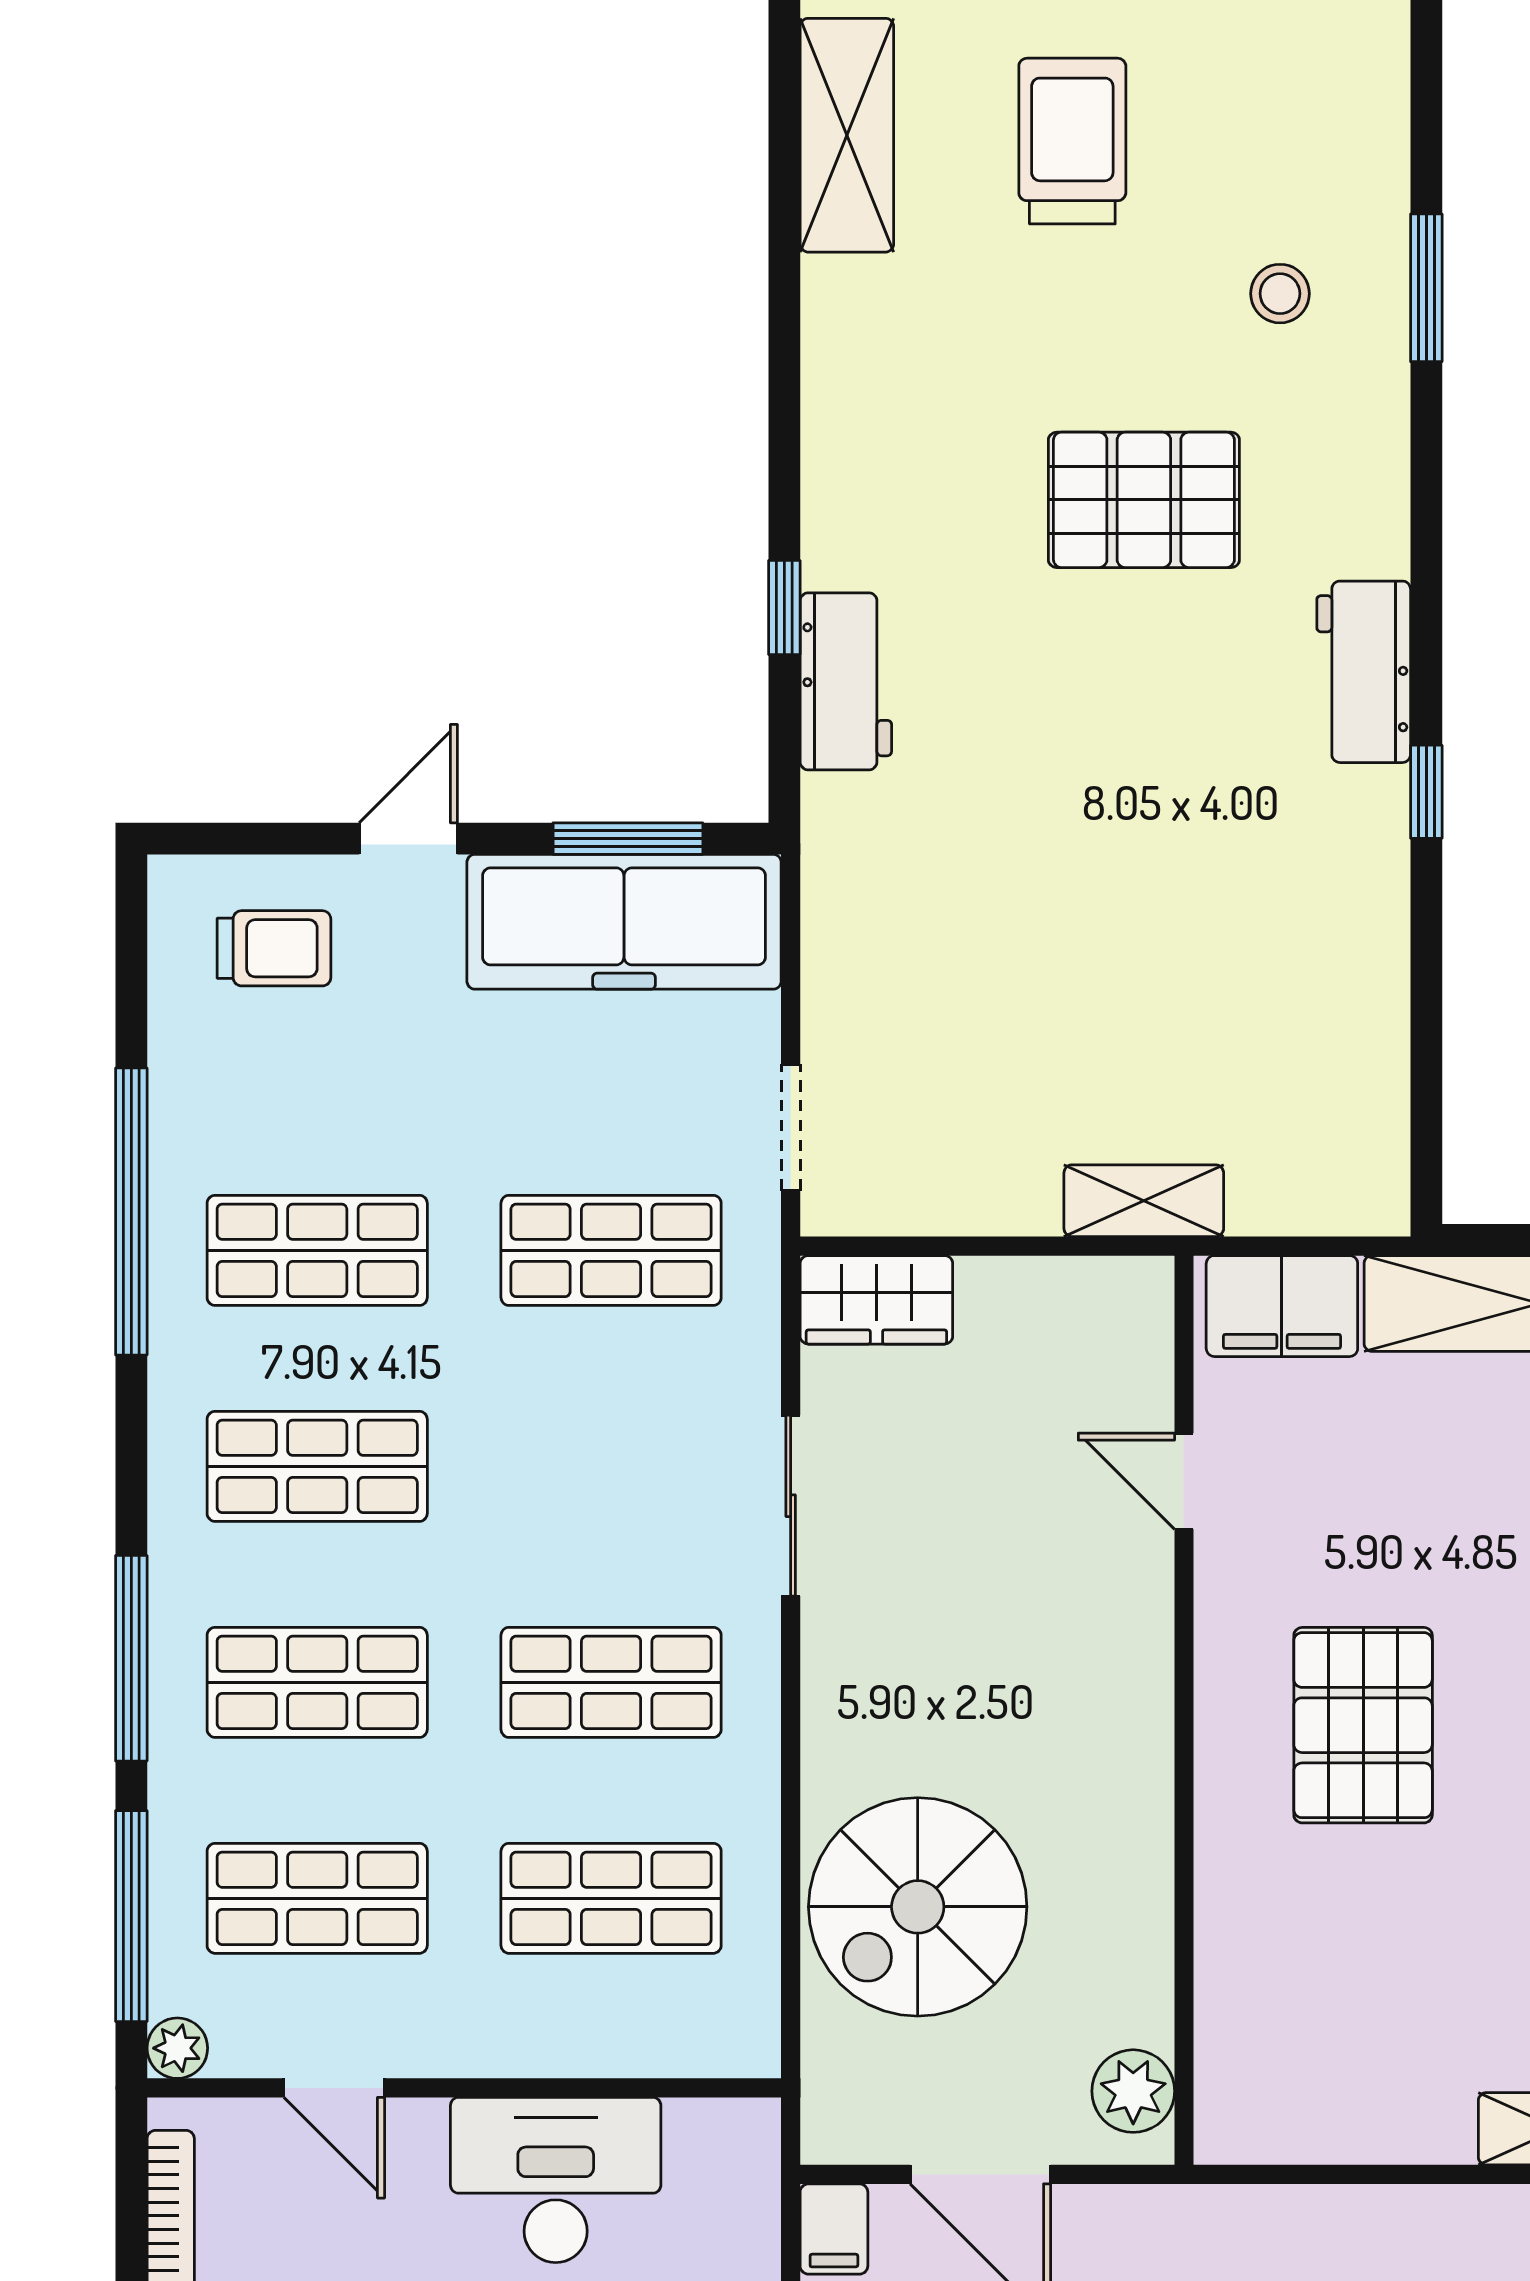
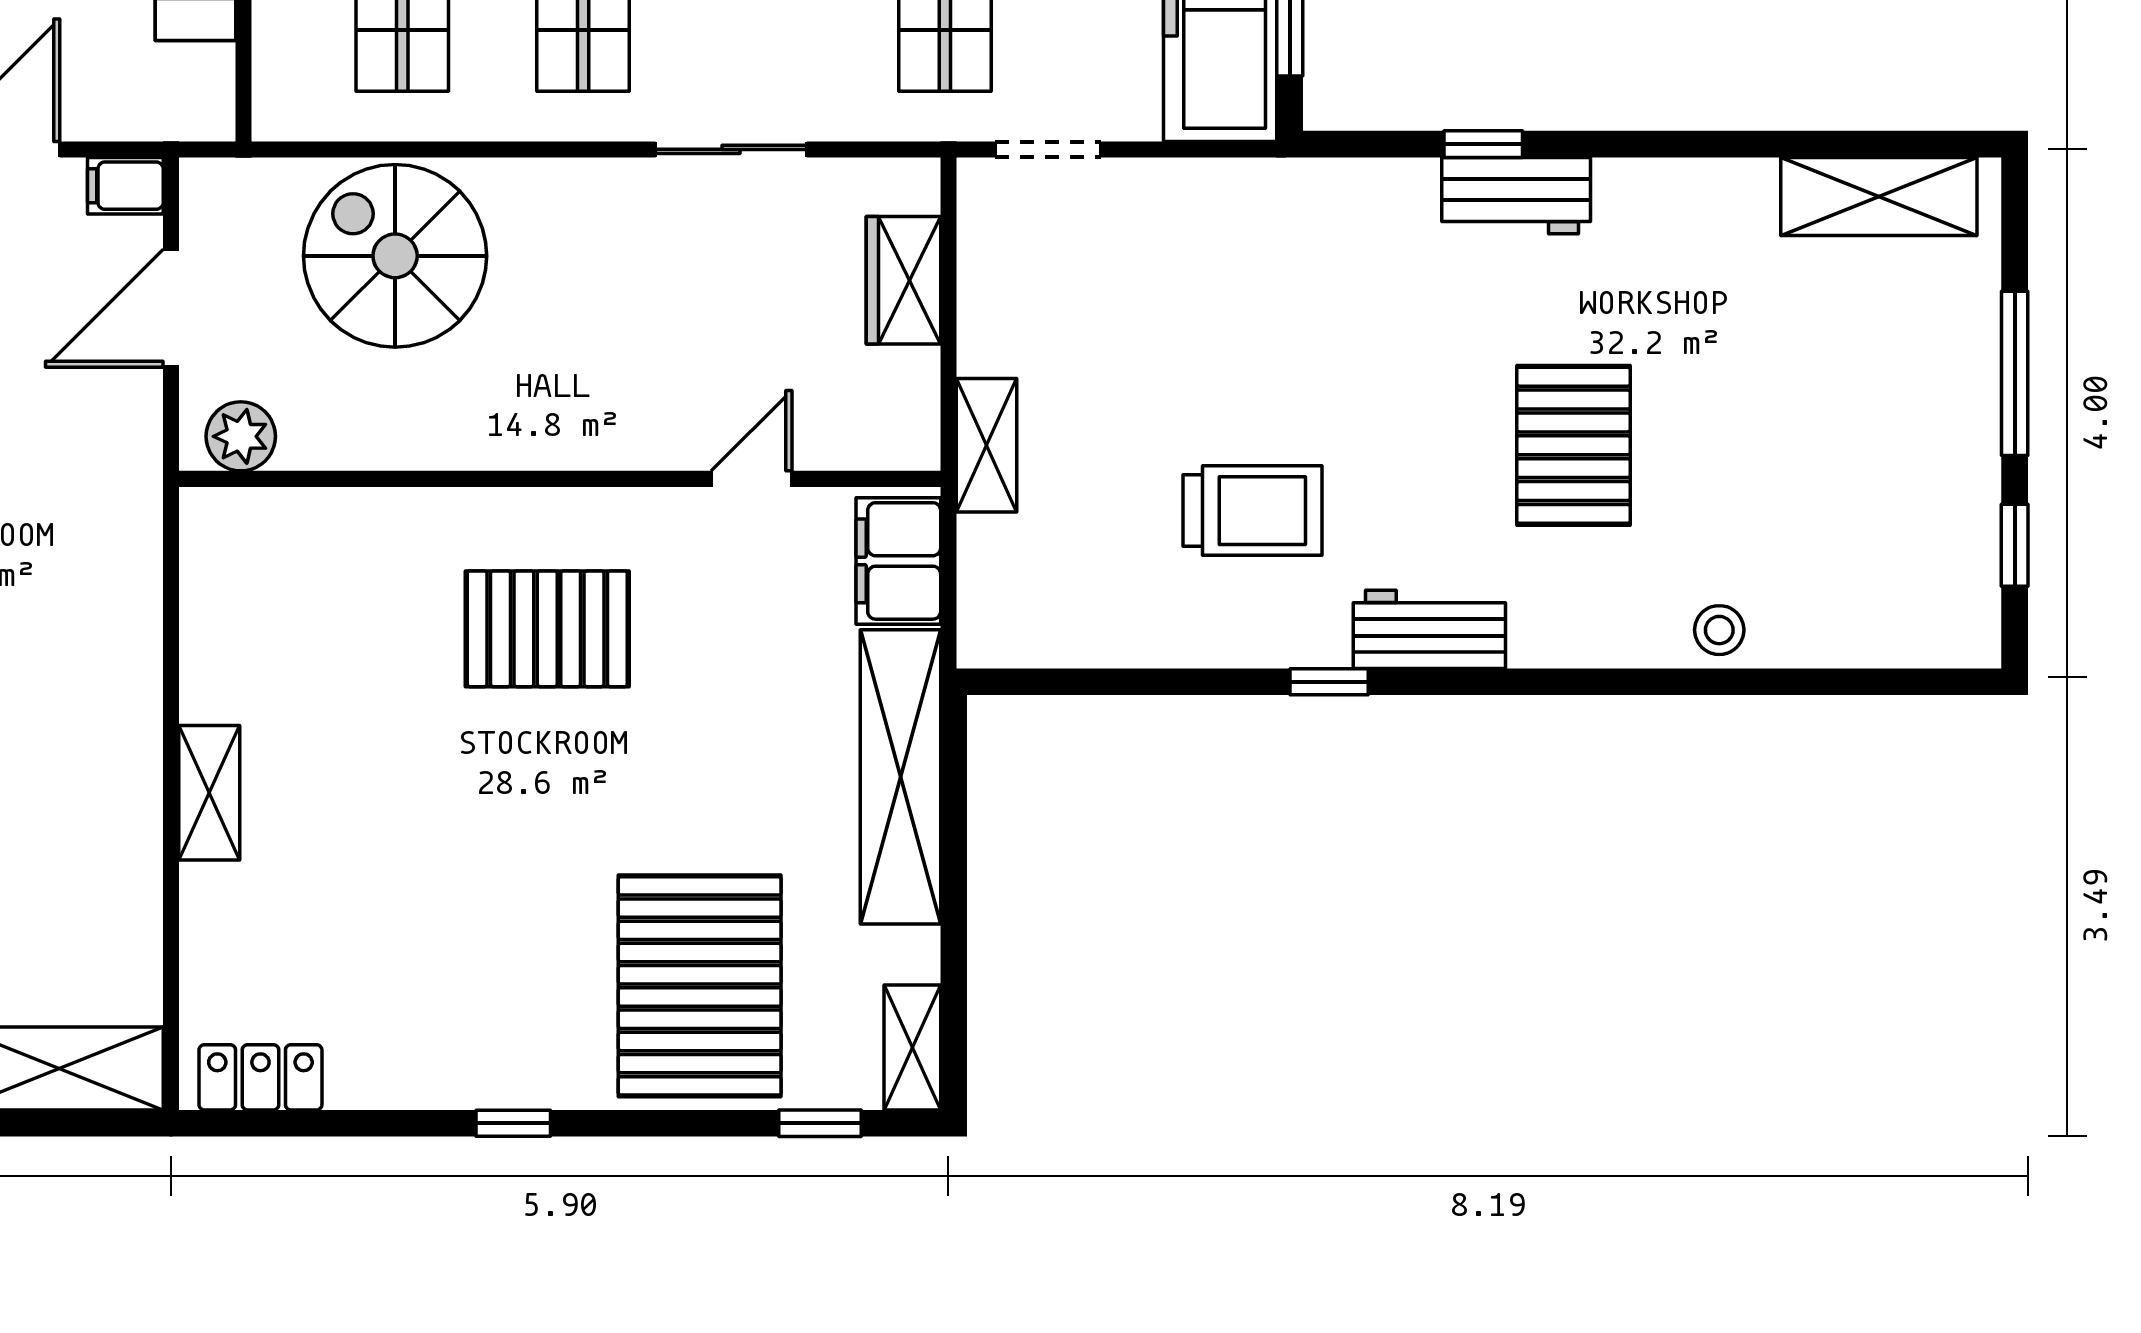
trolley: (1072, 141) -> (1253, 511), moved
window: (1426, 288) -> (1751, 682), removed
stool: (1280, 294) -> (1719, 630), moved
workbench: (846, 681) -> (1516, 196), moved
wardrobe: (876, 1300) -> (904, 280), moved

